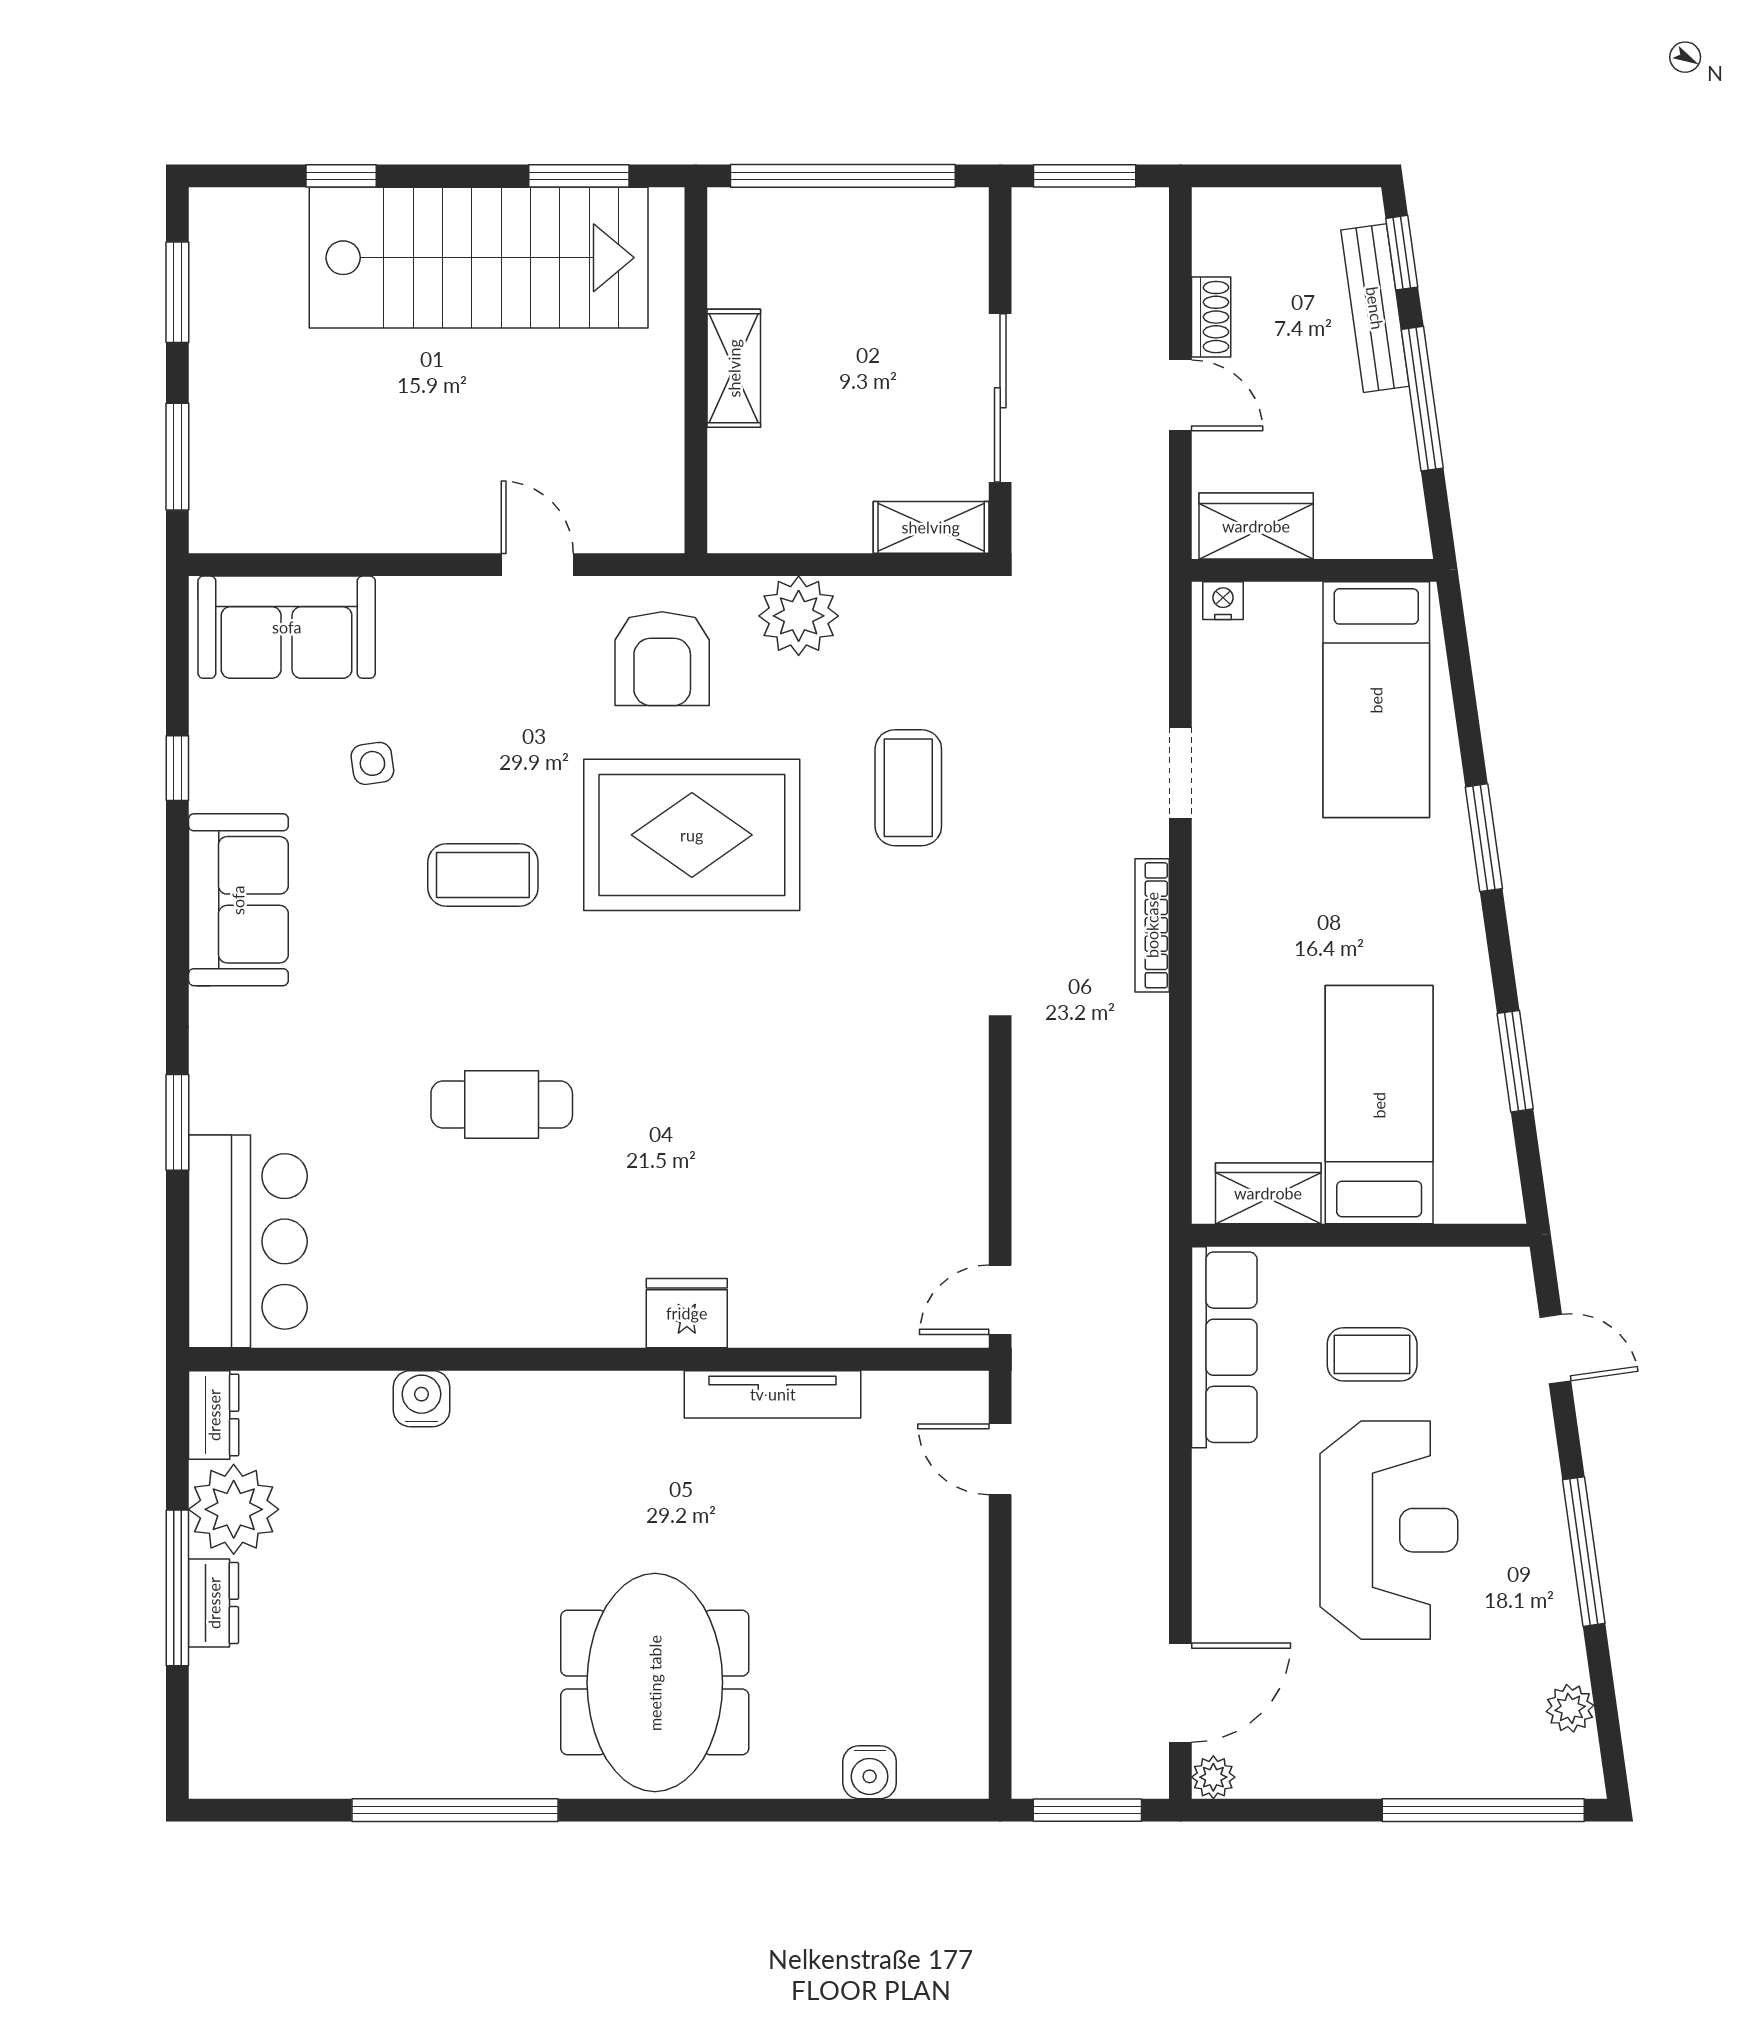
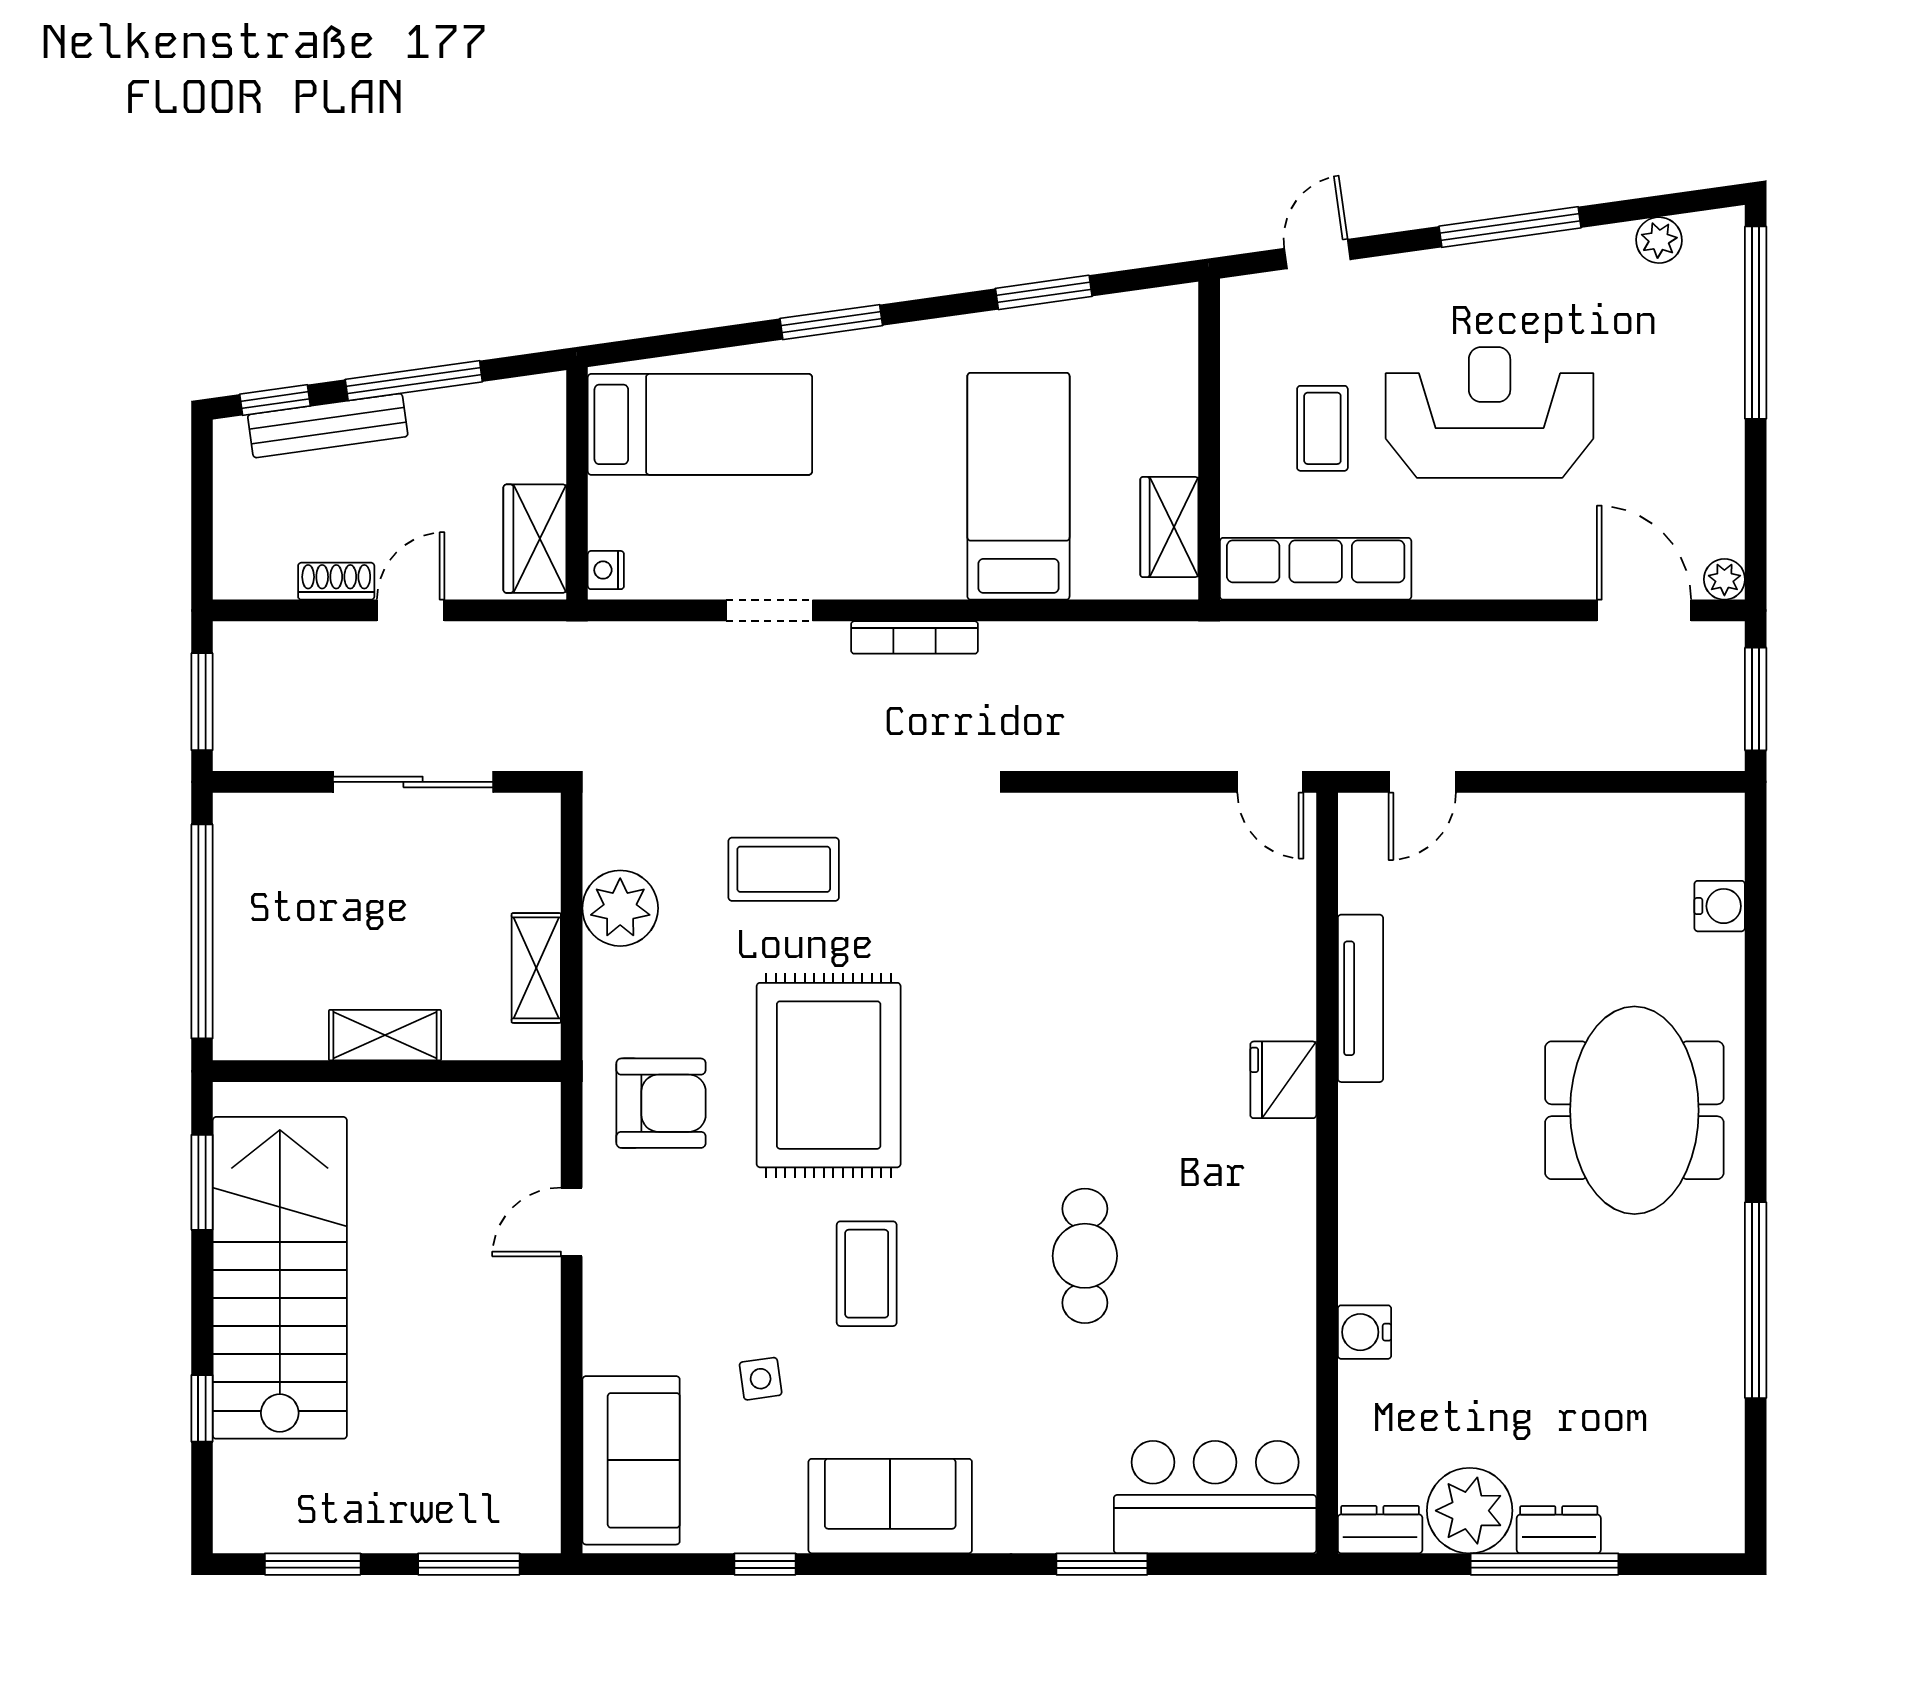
shelving: (931, 527) -> (536, 968), moved
plant: (799, 616) -> (620, 908), moved
bed: (1379, 1105) -> (1018, 486), moved, turned 90
meeting table: (655, 1683) -> (1634, 1110), turned 90

